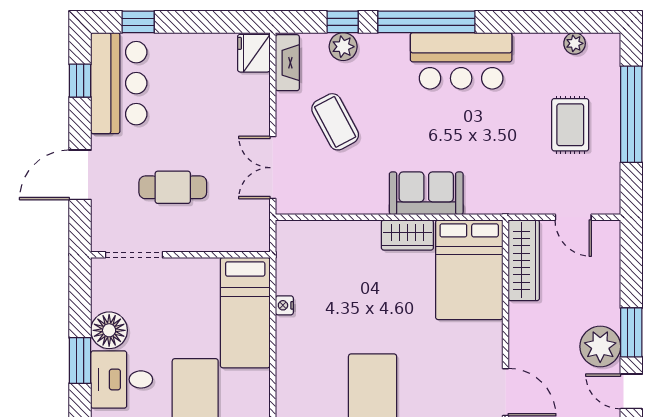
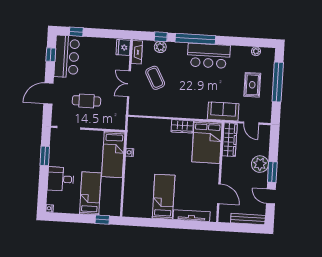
double door: (273, 168) -> (129, 84), moved
sofa: (426, 193) -> (223, 111), moved
floor lamp: (109, 330) -> (57, 158), removed
plant: (600, 346) -> (260, 164), moved
window: (80, 361) -> (45, 156), moved

